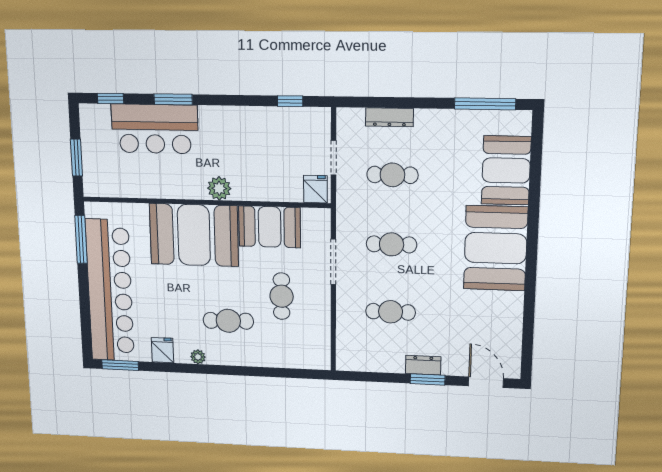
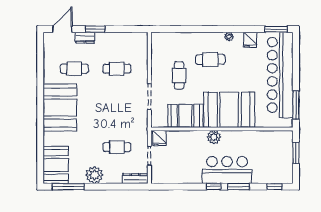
window: (290, 101) -> (214, 187), moved
dresser: (389, 117) -> (135, 179), moved
plant: (435, 125) -> (94, 175), added
bar counter: (155, 129) -> (227, 170), moved
booth: (506, 170) -> (56, 165), moved
cafe table: (391, 244) -> (74, 69), moved
dresser: (423, 365) -> (85, 38), moved
door: (486, 382) -> (62, 29), swing flipped

